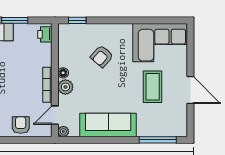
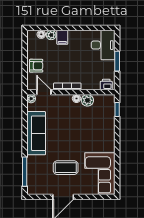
armchair: (102, 56) -> (89, 128), removed
plant: (65, 87) -> (87, 100), moved

